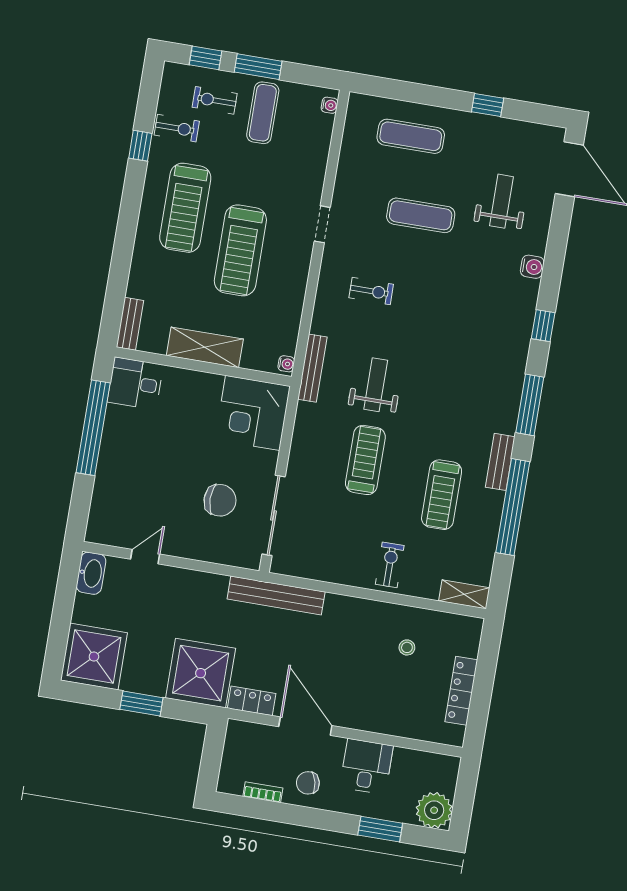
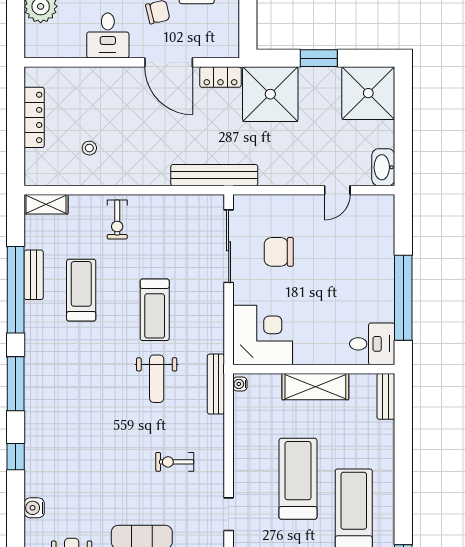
bench: (500, 462) -> (34, 275), moved

